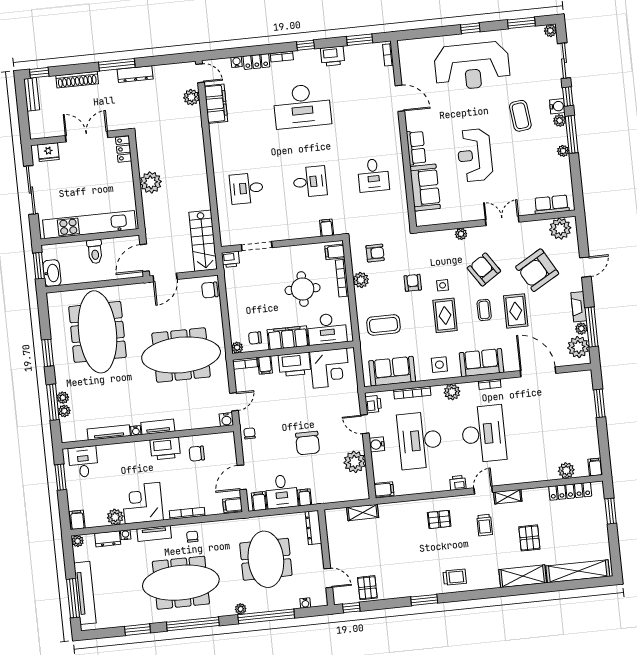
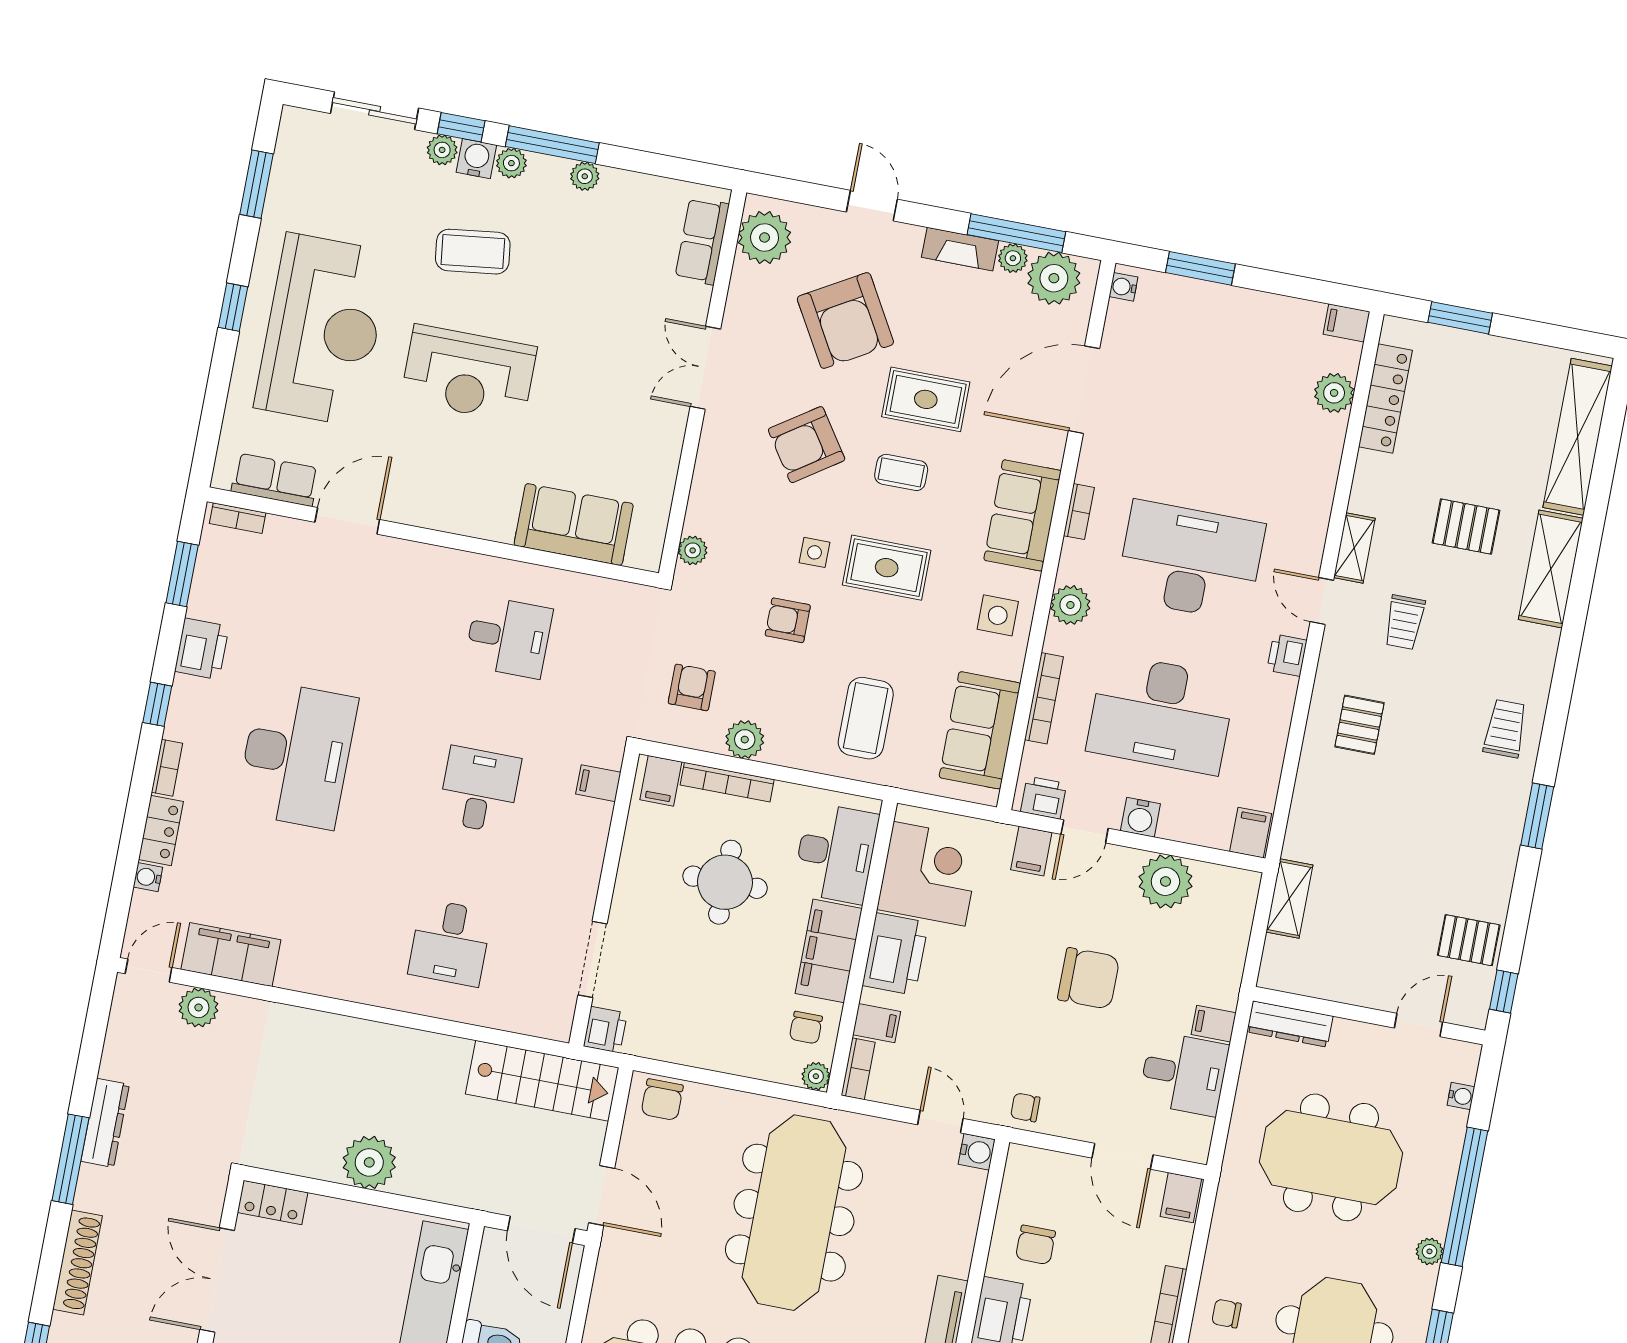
plant: (550, 31) -> (442, 150), moved
row of seats: (416, 148) -> (275, 480), moved
reception desk: (475, 155) -> (469, 374), moved
plant: (461, 234) -> (693, 550), moved
water cooler: (583, 375) -> (1123, 287), added
filing cabinet: (259, 501) -> (1031, 851), moved, turned -90
trolley: (485, 525) -> (1404, 622), turned 90

